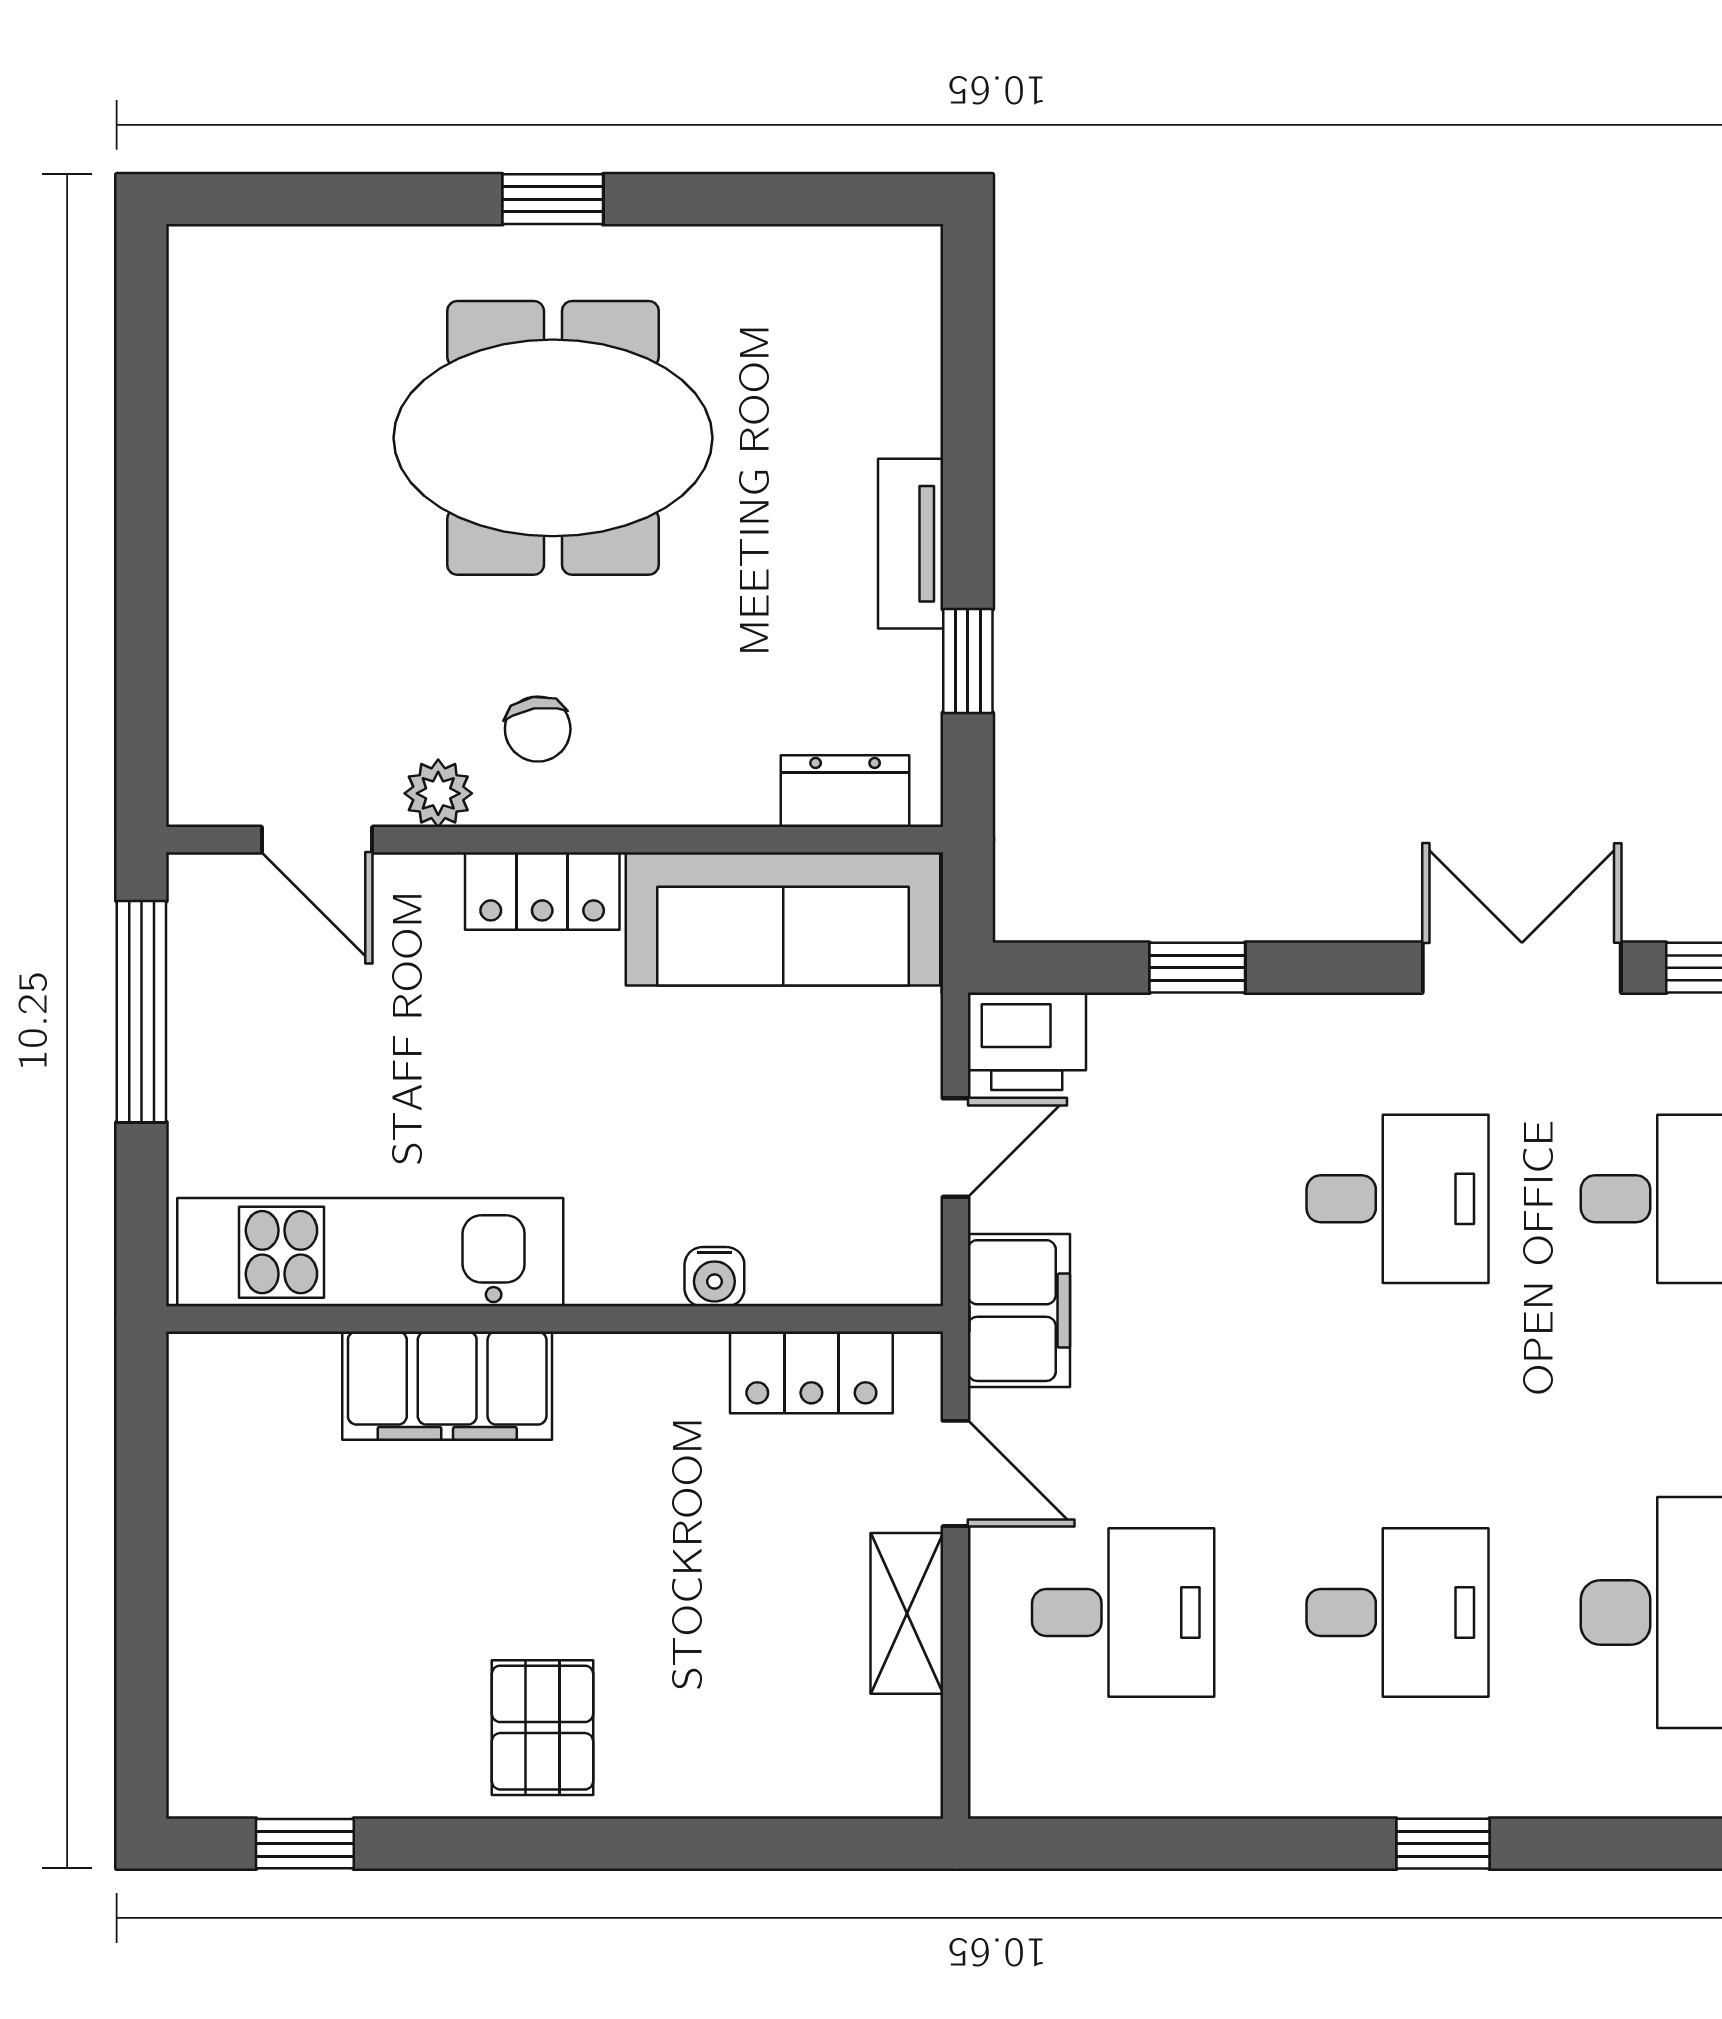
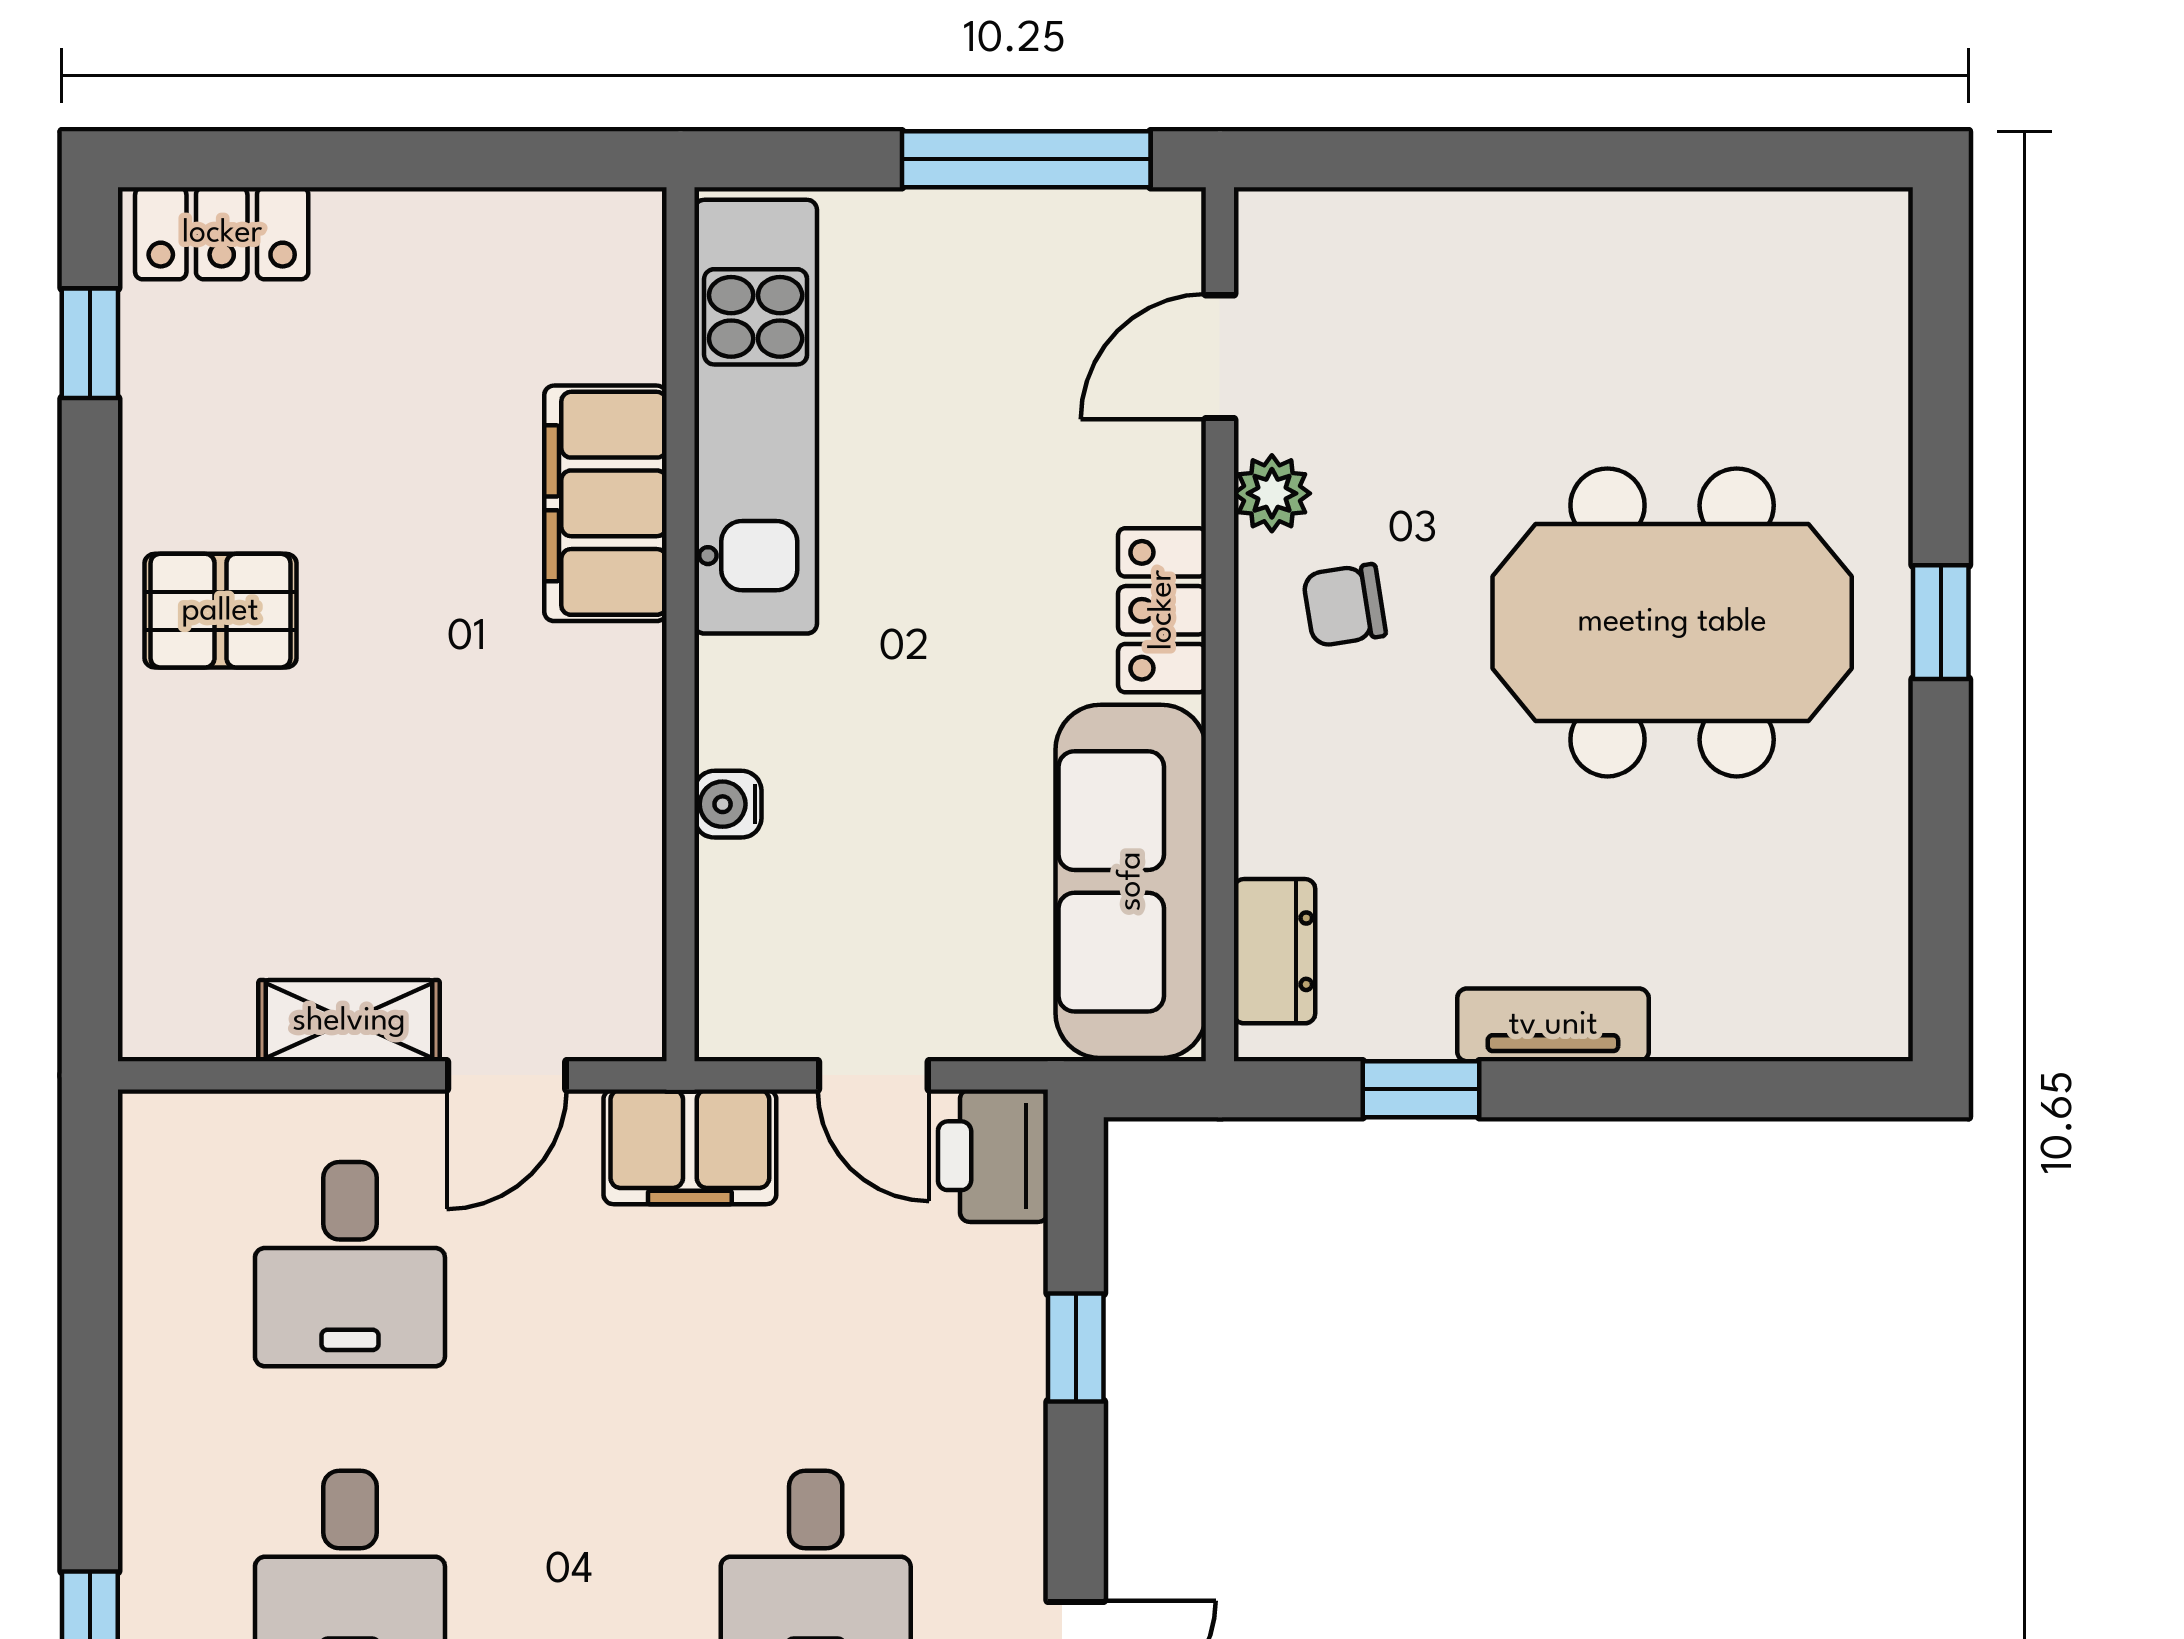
meeting table: (553, 438) -> (1672, 622), turned 90
locker: (811, 1372) -> (222, 233), moved, turned -90

